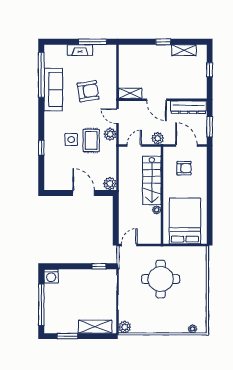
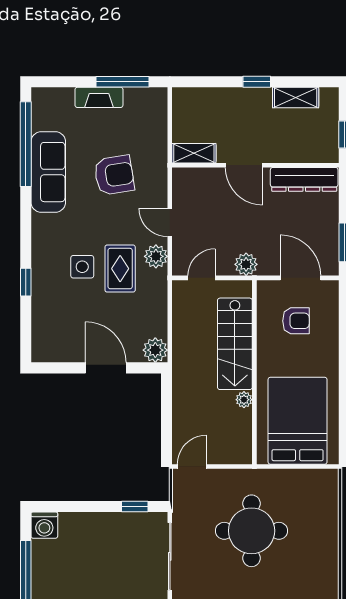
shelving: (130, 93) -> (194, 153), moved
door: (157, 100) -> (244, 165), moved
wall: (163, 100) -> (255, 165), moved
dresser: (188, 107) -> (304, 179), moved

